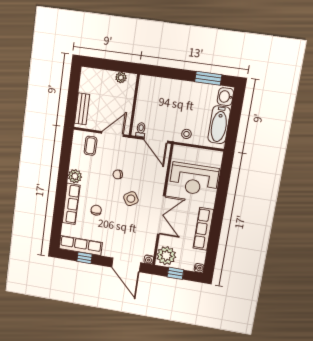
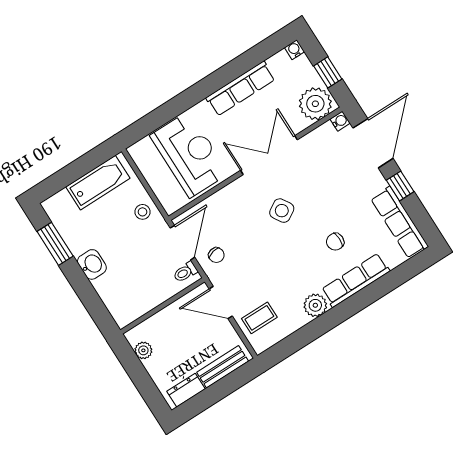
dresser: (85, 82) -> (186, 390), added
washbasin: (225, 97) -> (92, 264), moved, turned -90
chair: (118, 174) -> (216, 255), moved
window: (84, 258) -> (400, 186), moved

